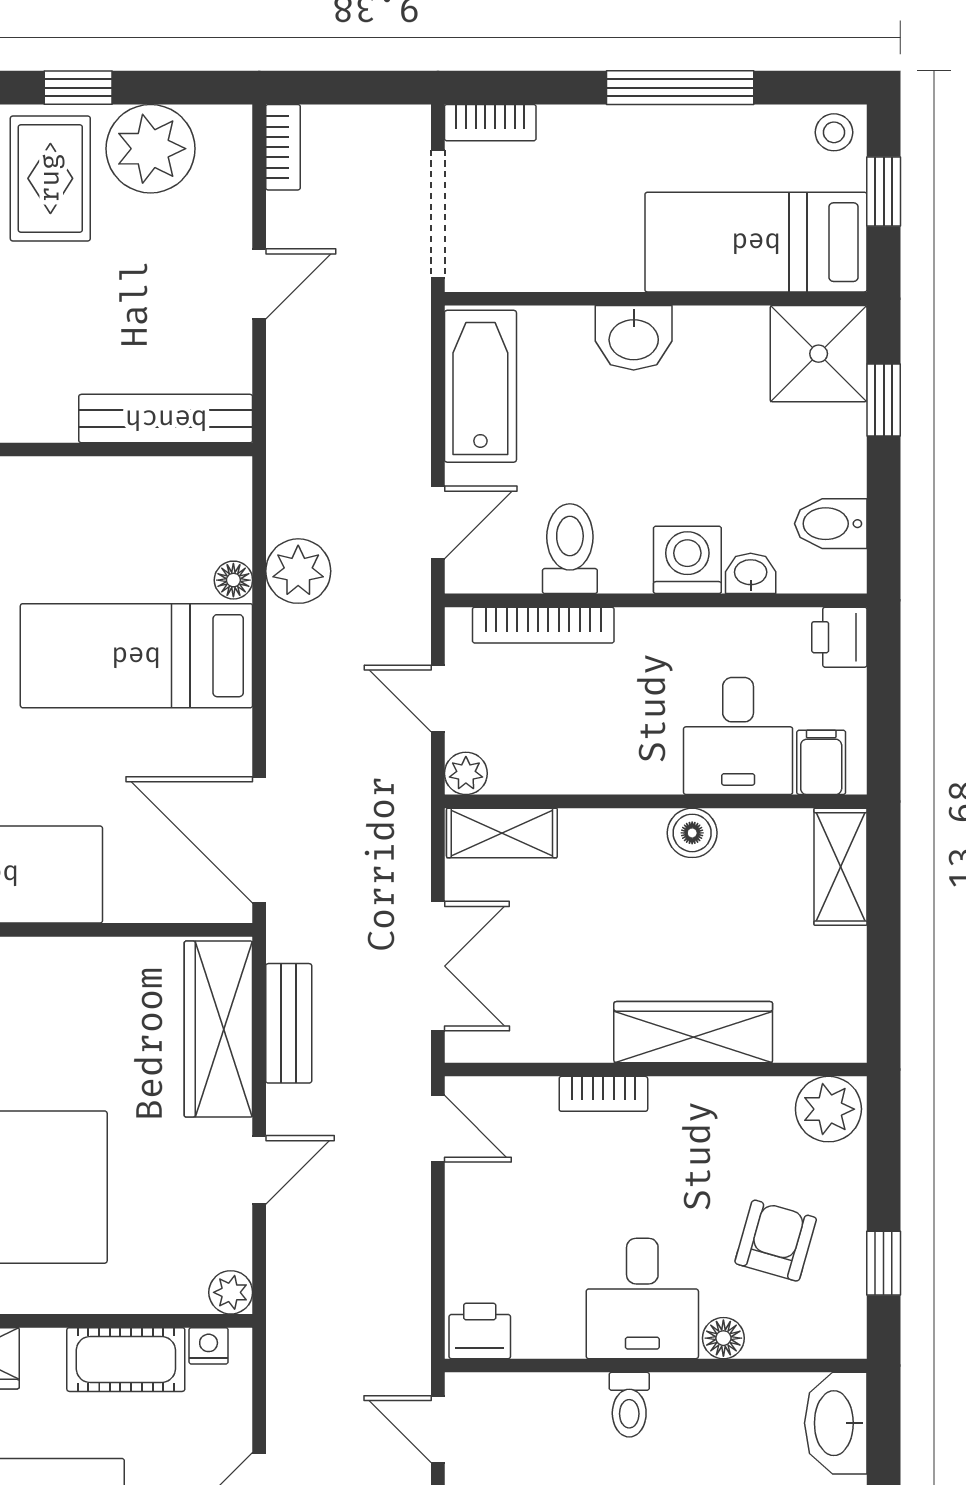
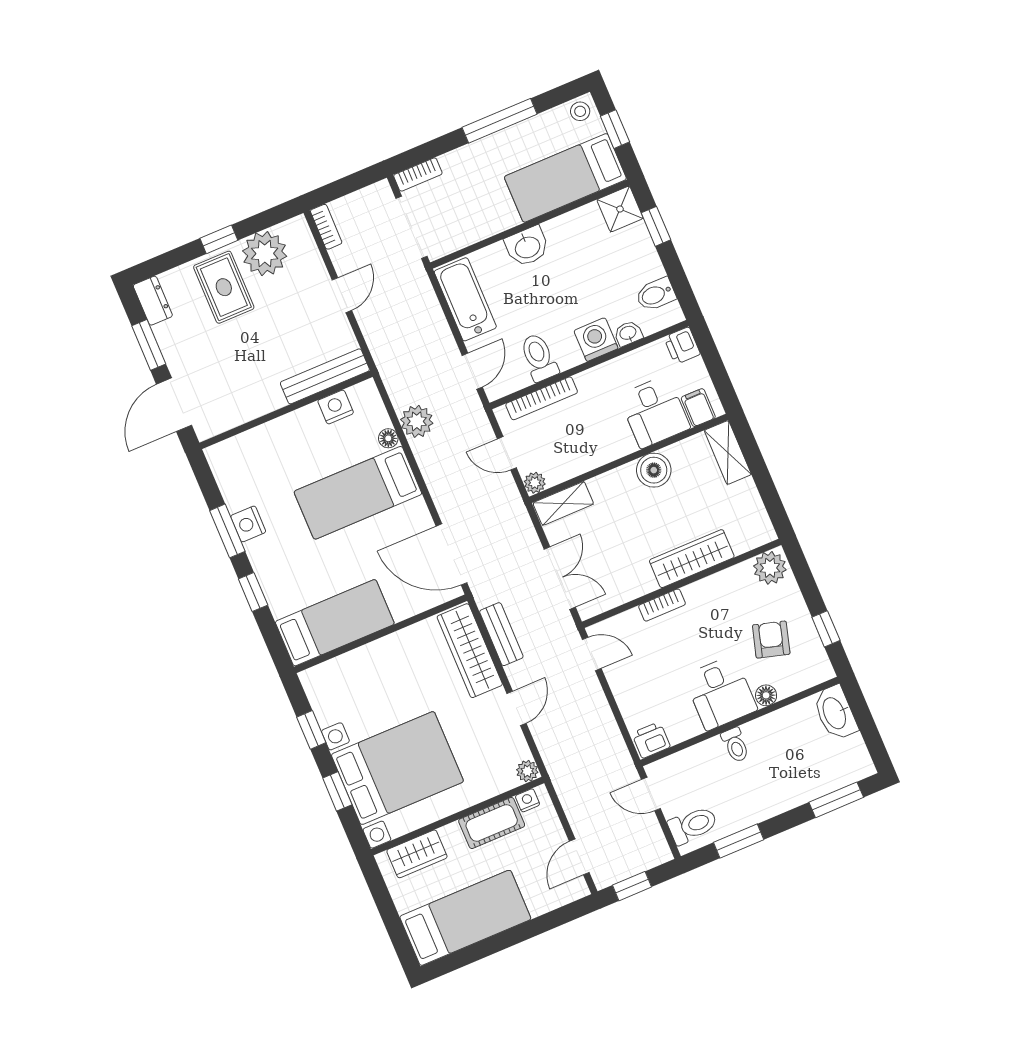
shower: (819, 354) -> (620, 209), width x0.73, depth x0.73
nightstand: (162, 482) -> (336, 407), added
boiler: (692, 833) -> (654, 470), width x1.36, depth x1.36

